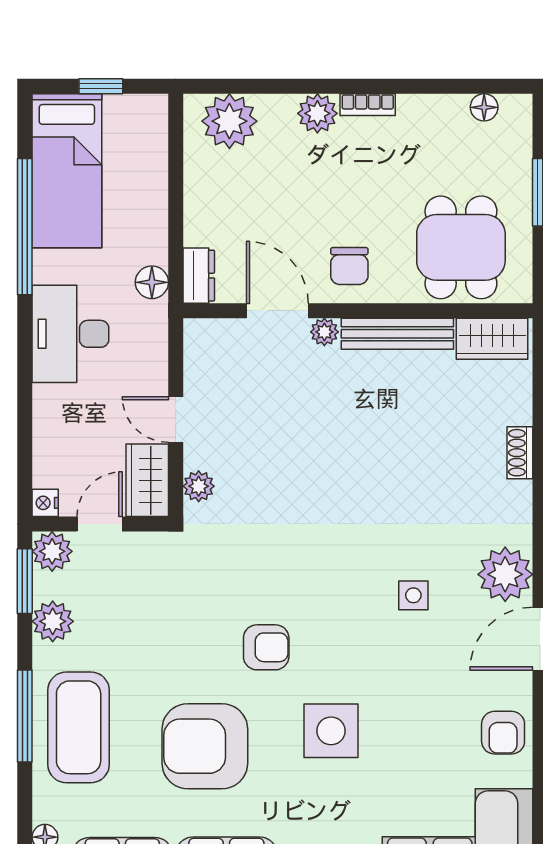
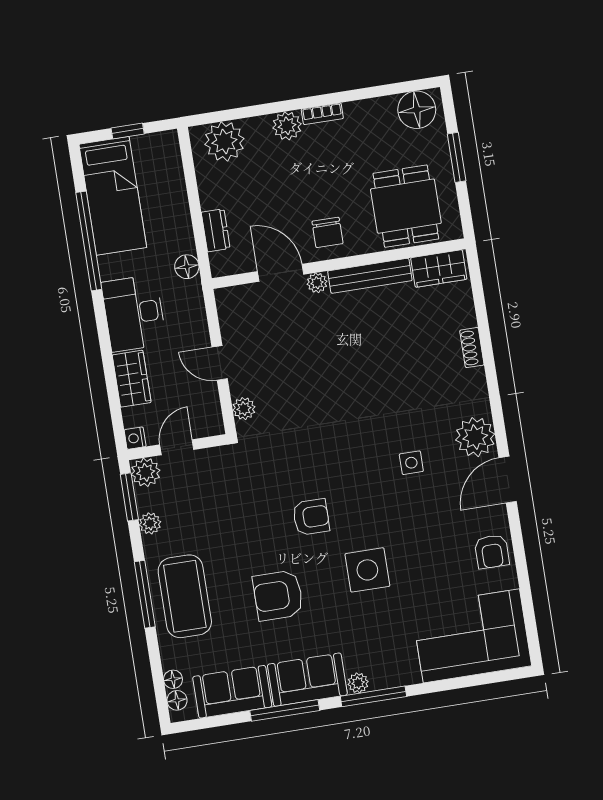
floor lamp: (484, 107) -> (417, 110), width x1.89, depth x1.89
dresser: (199, 276) -> (216, 230), moved
wardrobe: (147, 480) -> (132, 379), moved, turned 180
plant: (53, 621) -> (150, 523), width x0.73, depth x0.73
armchair: (205, 746) -> (278, 595), width x0.73, depth x0.73

